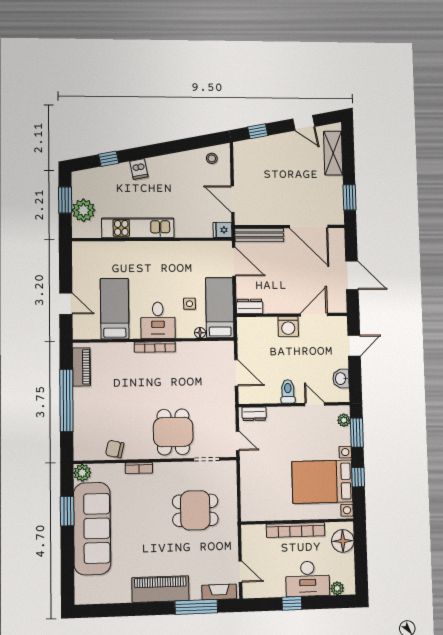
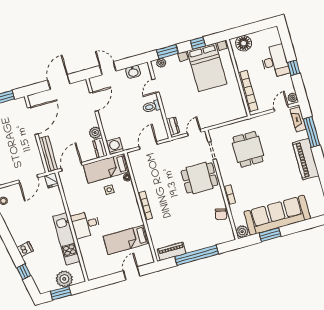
plant: (272, 305) -> (95, 133), added
door: (314, 315) -> (94, 102), swing flipped
desk: (158, 320) -> (86, 224), moved, turned 180
washing machine: (288, 327) -> (115, 146), moved, turned -90
bookcase: (296, 530) -> (248, 91), moved
plant: (337, 588) -> (292, 98), moved

